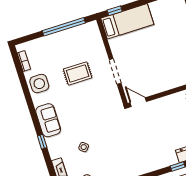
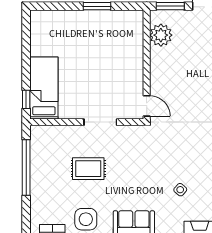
rug: (78, 73) -> (88, 169), turned 90
door: (138, 102) -> (147, 106), swing flipped

